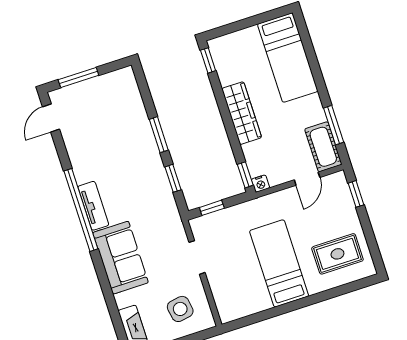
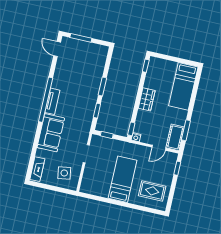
wardrobe: (242, 113) -> (147, 99), width x0.67
door: (51, 118) -> (57, 49), hinge flipped

